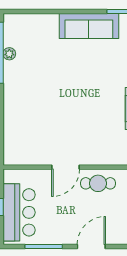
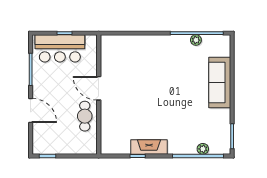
sofa: (89, 26) -> (220, 82), moved

